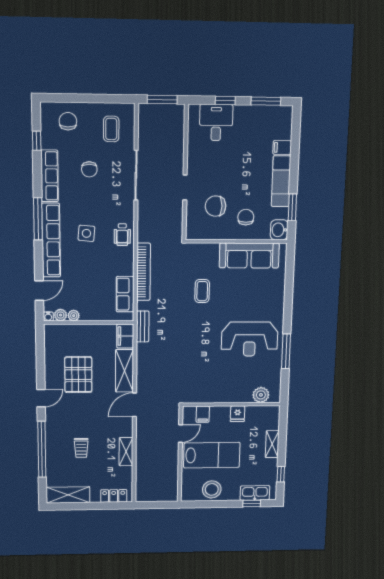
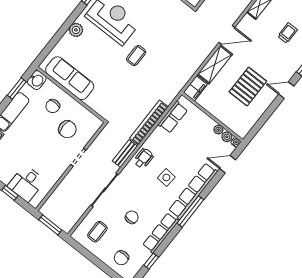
coffee table: (202, 291) -> (136, 56), moved
plant: (276, 304) -> (76, 30), added
bench: (143, 326) -> (125, 154), moved

